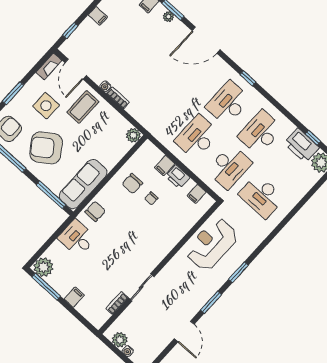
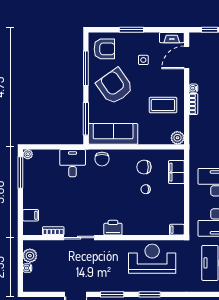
side table: (46, 106) -> (143, 60), width x0.54, depth x0.54
coffee table: (83, 107) -> (163, 105), moved
filing cabinet: (165, 166) -> (176, 172), width x2.00
printer: (178, 177) -> (113, 228), moved, turned 90
filing cabinet: (197, 194) -> (177, 230), moved
chair: (95, 211) -> (102, 159), turned 90
plant: (43, 267) -> (28, 154), width x0.53, depth x0.53
filing cabinet: (74, 297) -> (31, 215), moved

